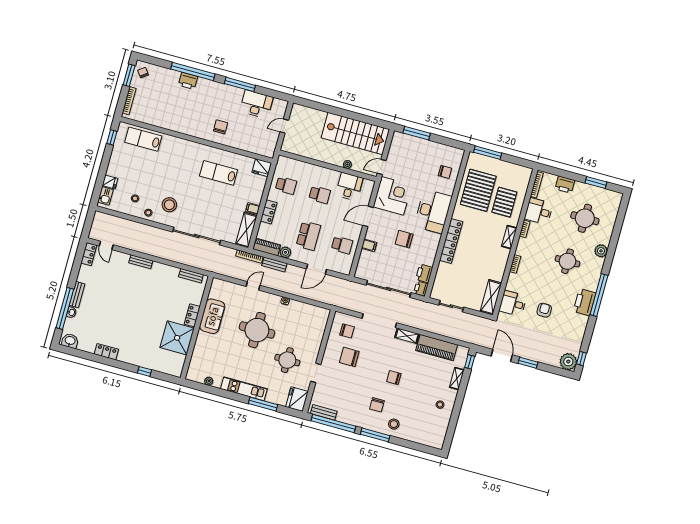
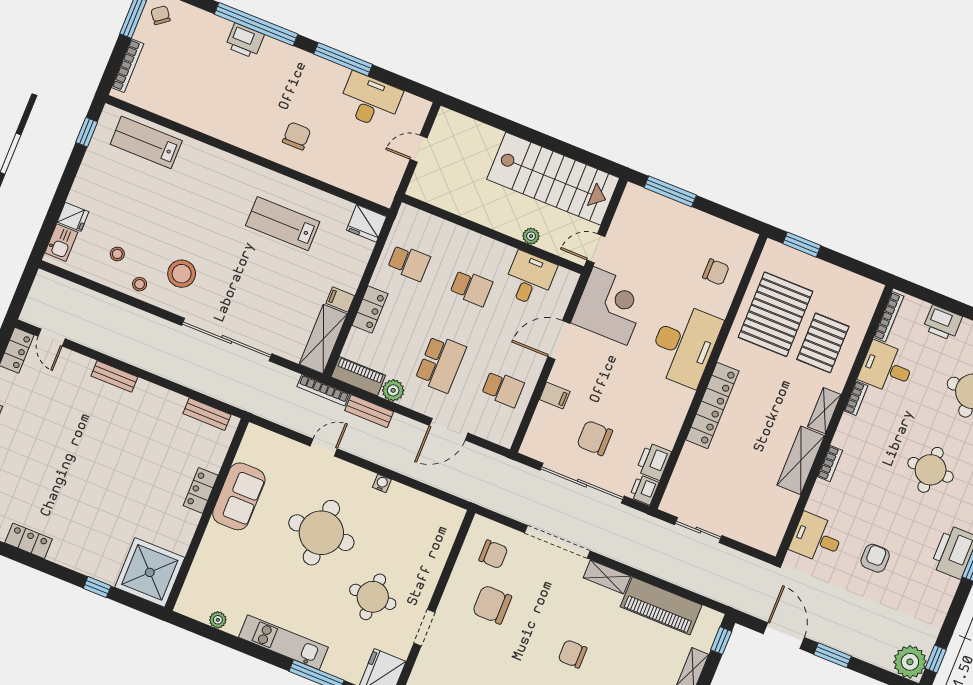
window: (488, 153) -> (802, 245), width x0.69
chair: (404, 239) -> (595, 438), moved
shelving: (491, 297) -> (801, 460), moved
shower: (177, 338) -> (150, 572), moved

